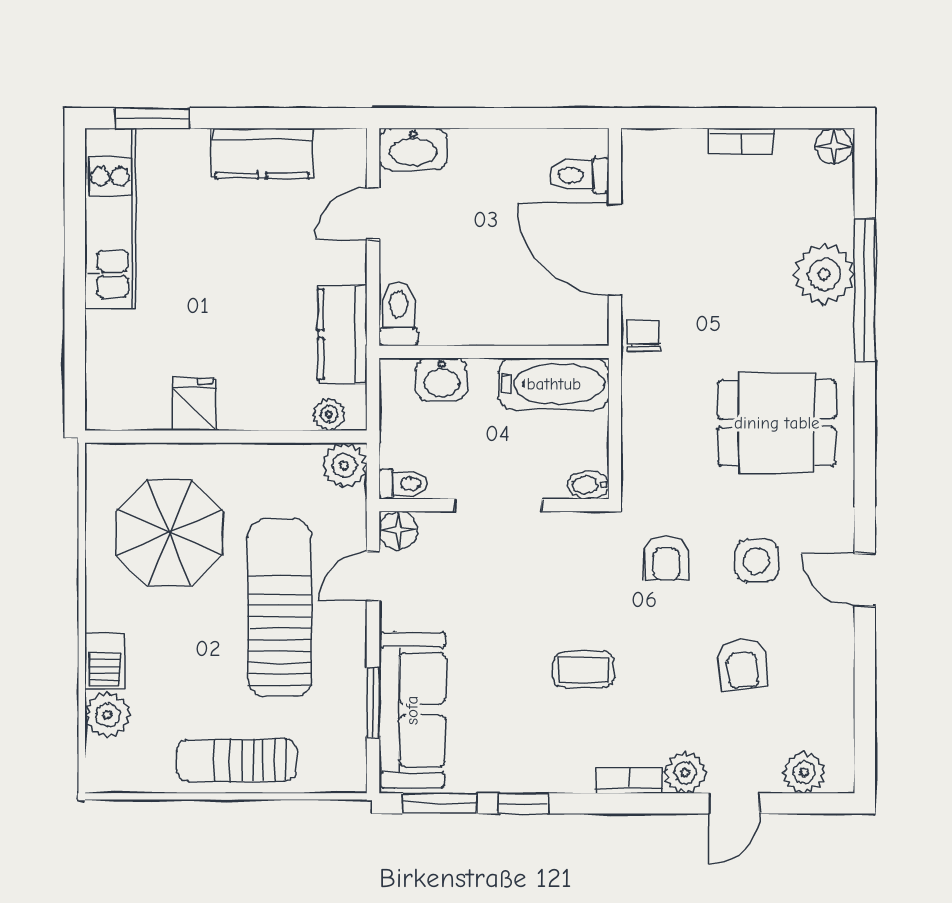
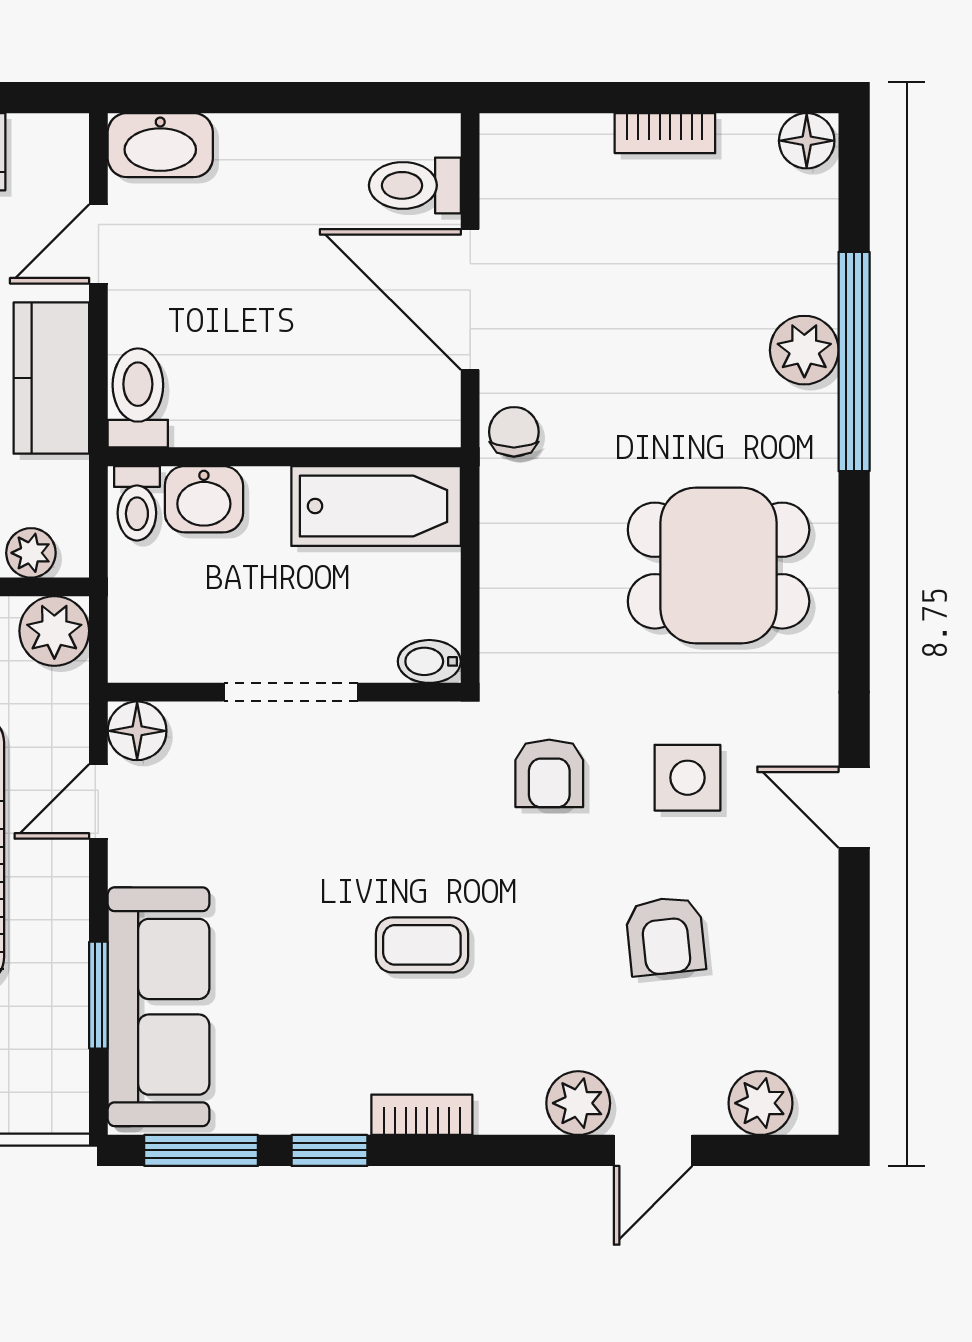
plant: (824, 274) -> (804, 350), width x0.73, depth x0.73
kitchen counter: (342, 334) -> (51, 378), moved
toilet: (403, 484) -> (137, 503), moved, turned 90
bookcase: (628, 780) -> (422, 1115), moved

